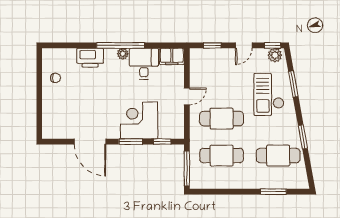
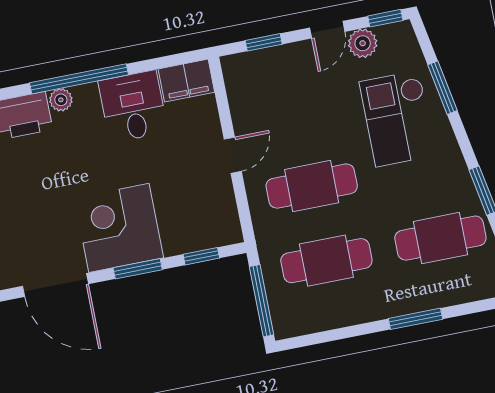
plant: (123, 54) -> (61, 100), moved
plant: (275, 55) -> (363, 43), moved
corner desk: (139, 120) -> (119, 228), moved
window: (273, 192) -> (416, 319), moved

